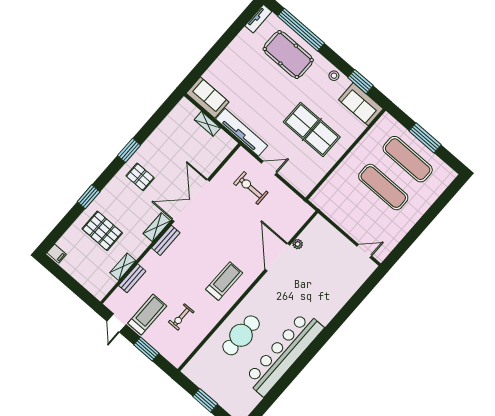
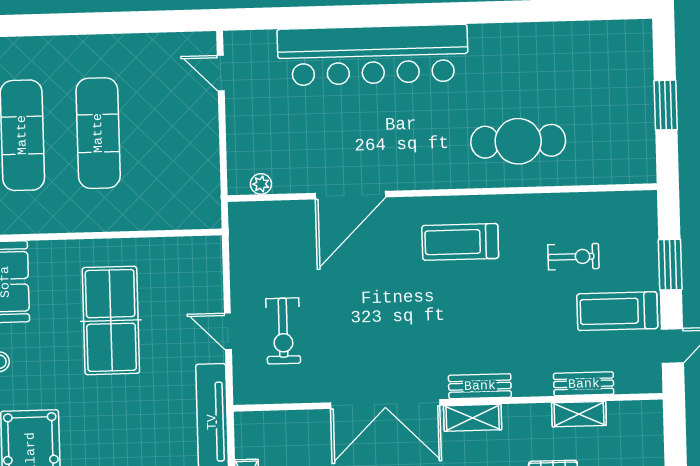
plant: (298, 244) -> (261, 184), moved
bar counter: (284, 354) -> (373, 55), moved

